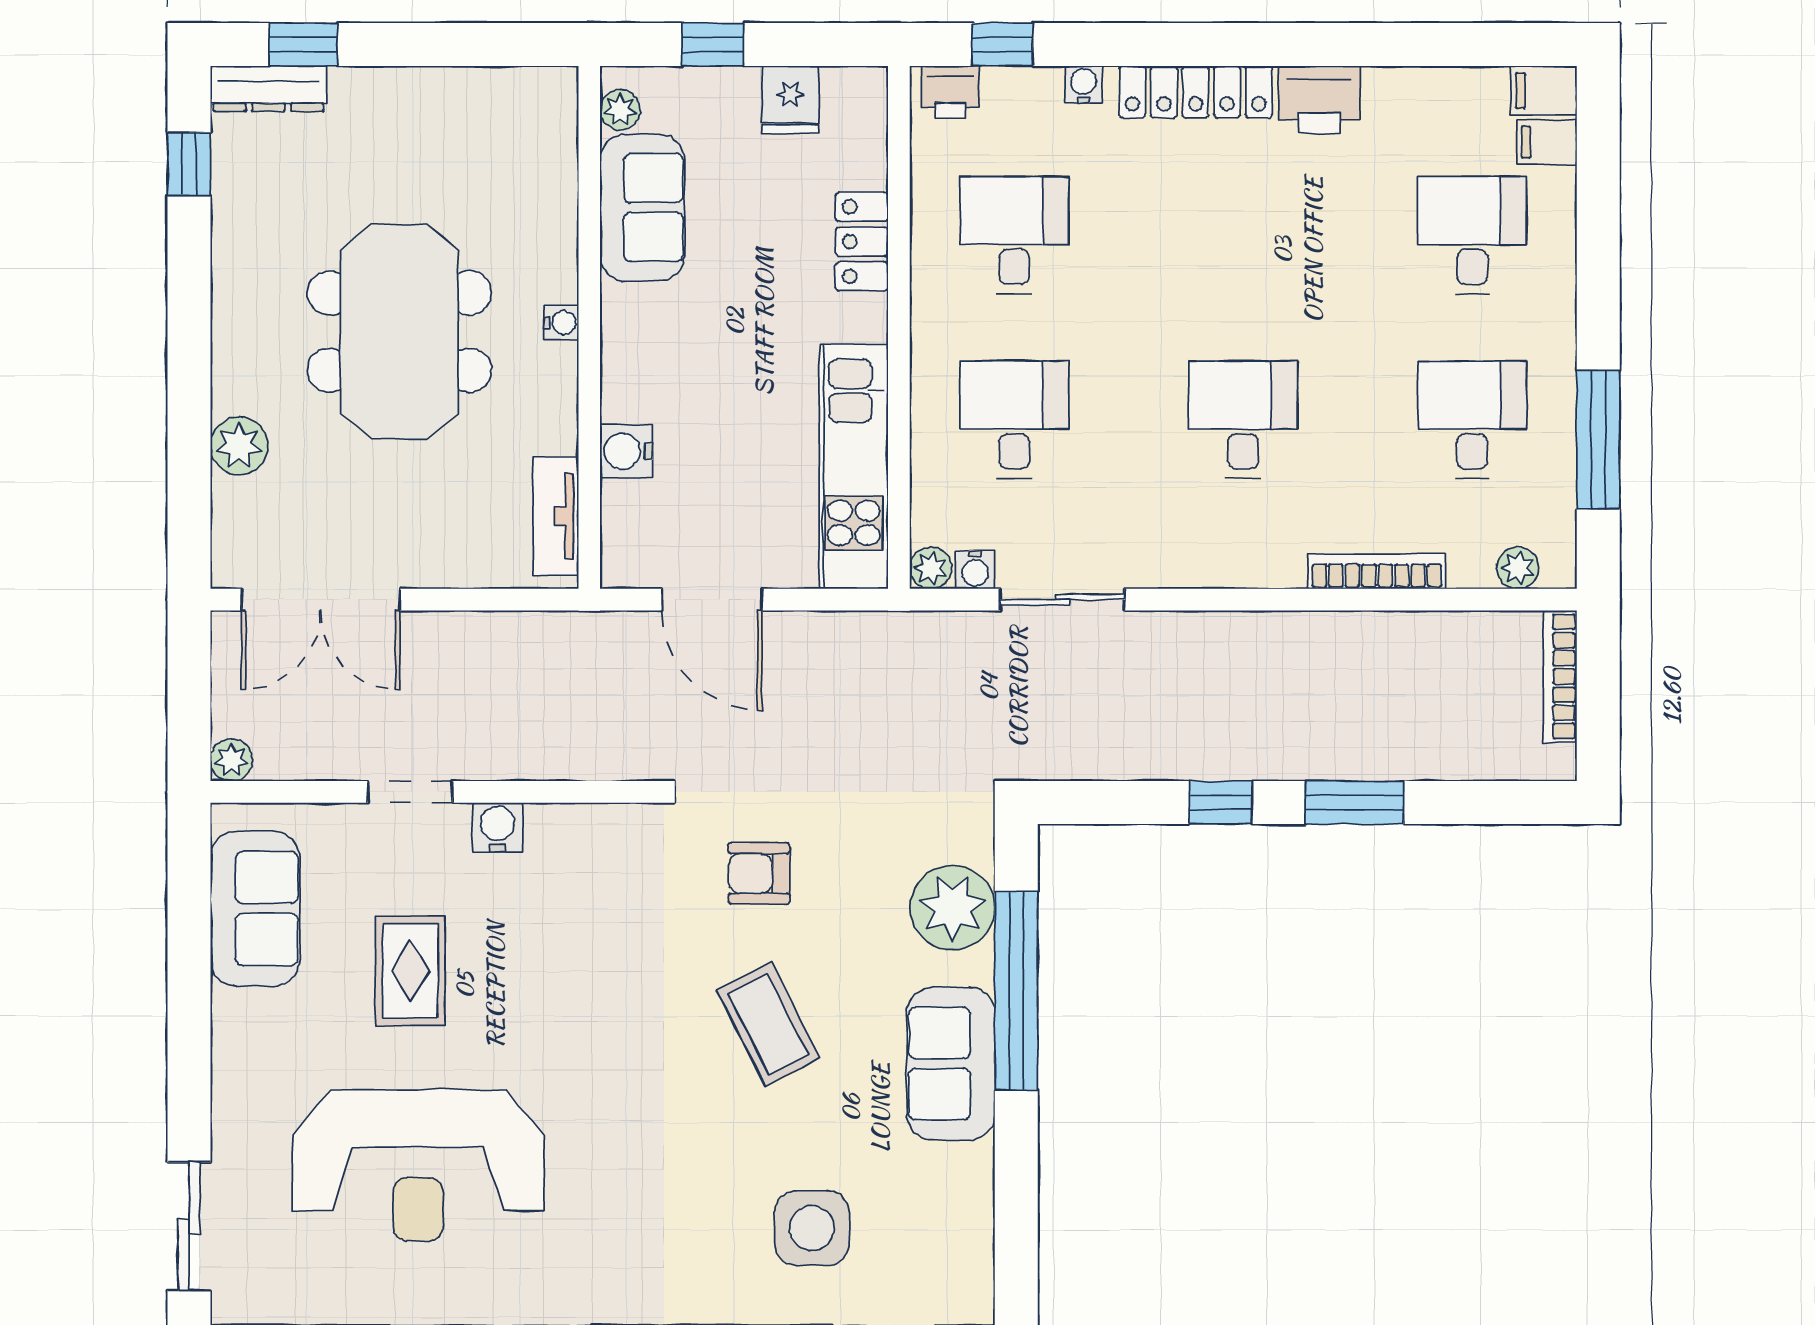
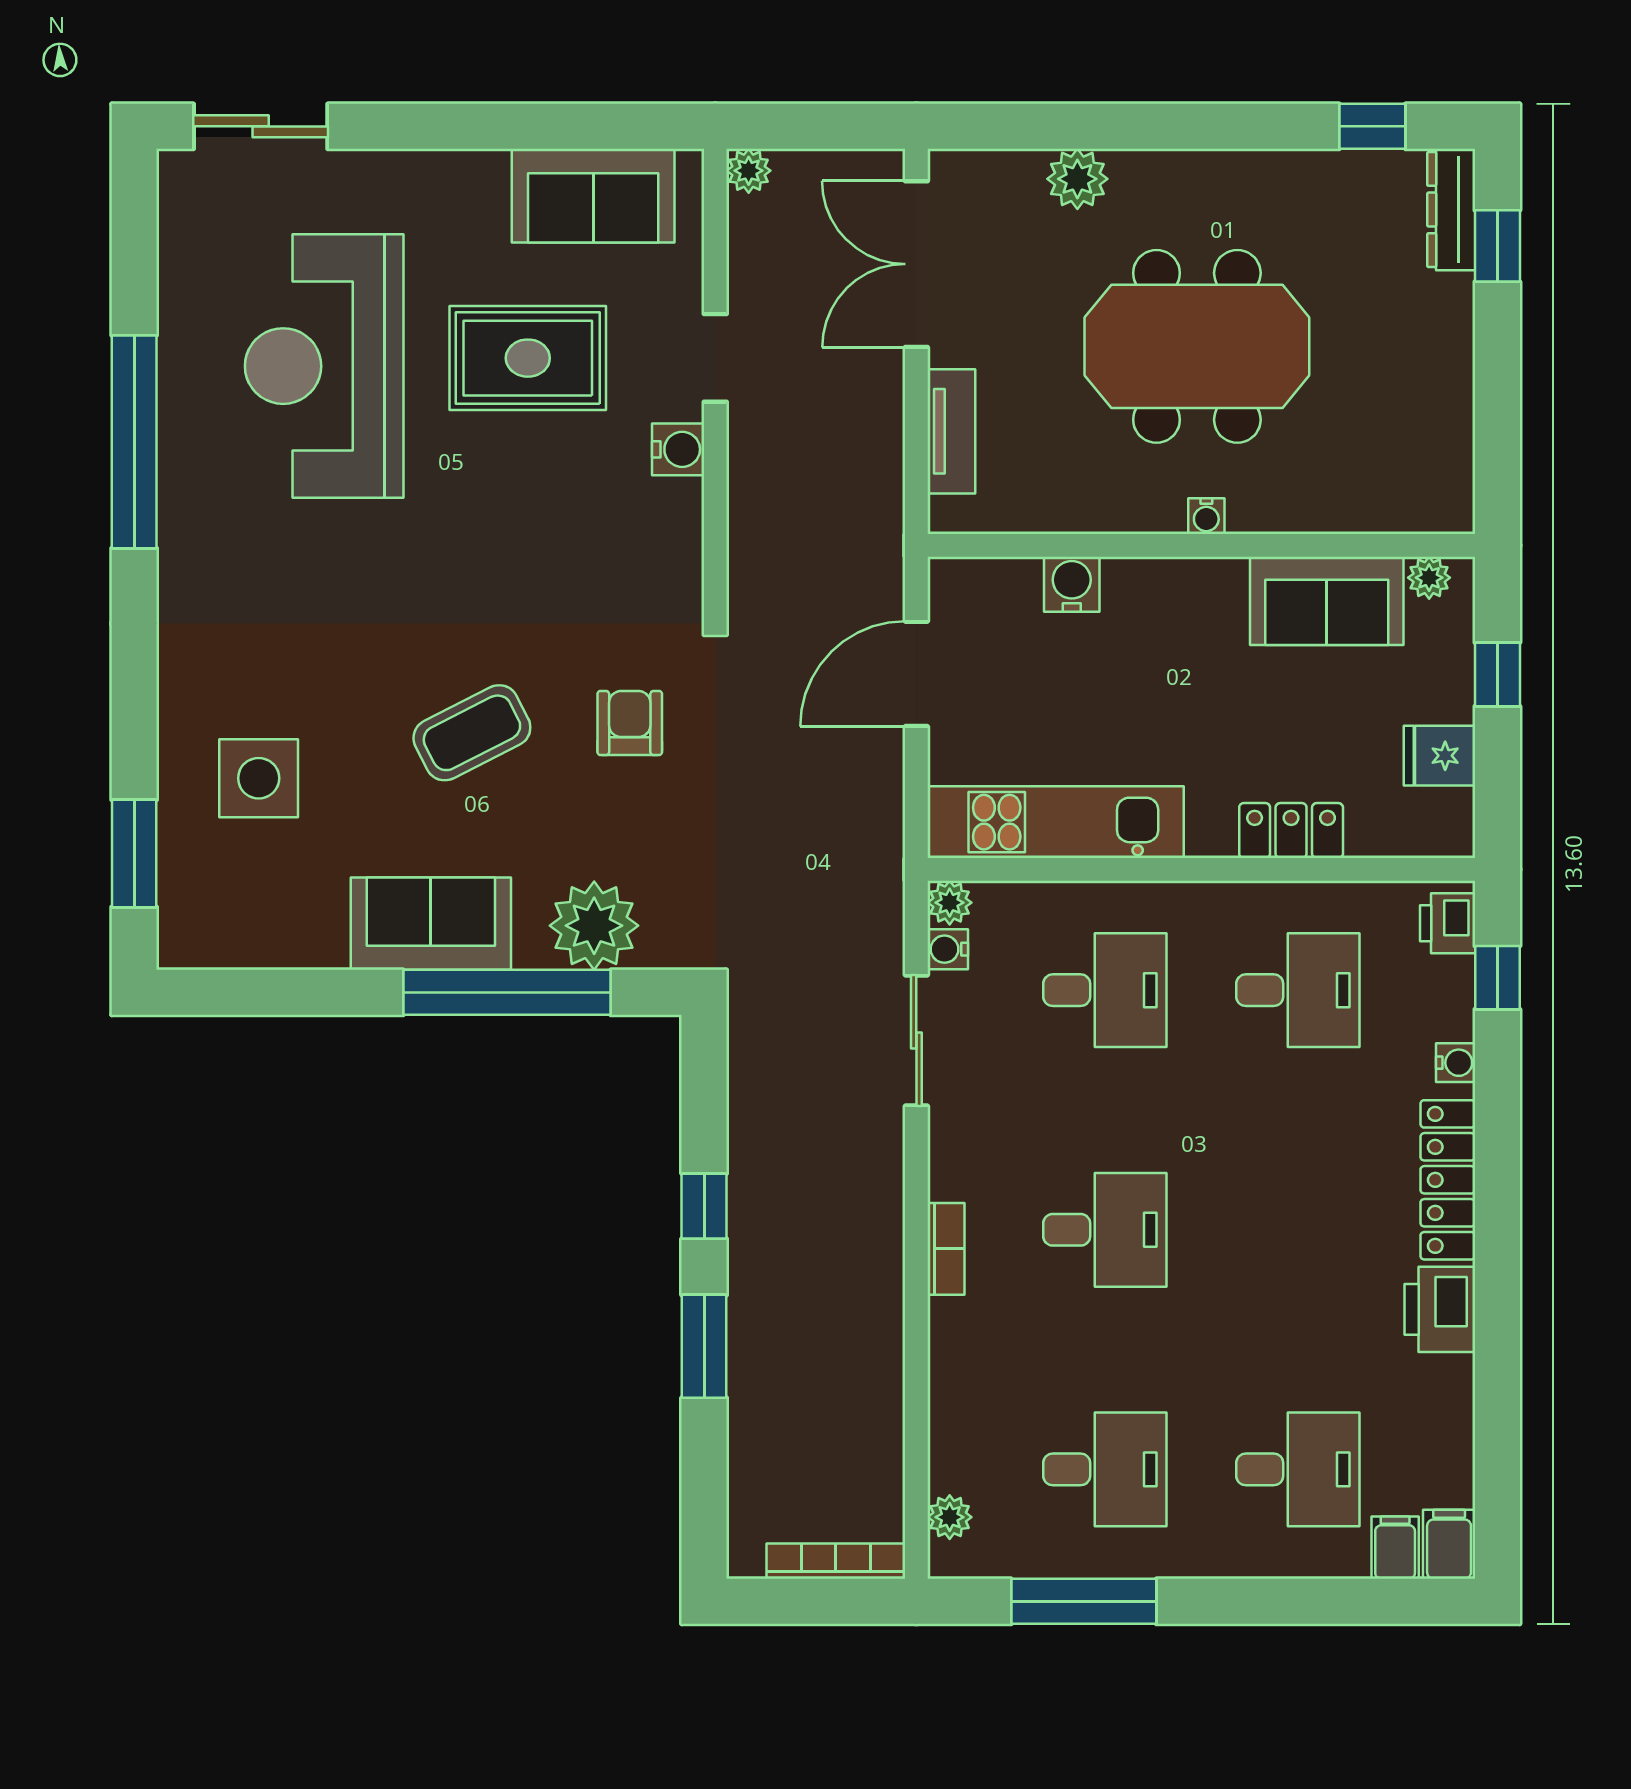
tv unit: (556, 516) -> (951, 431), moved, turned 90
bookcase: (1377, 571) -> (946, 1249), moved, width x0.64
rug: (410, 971) -> (528, 358), width x1.36, depth x1.43

